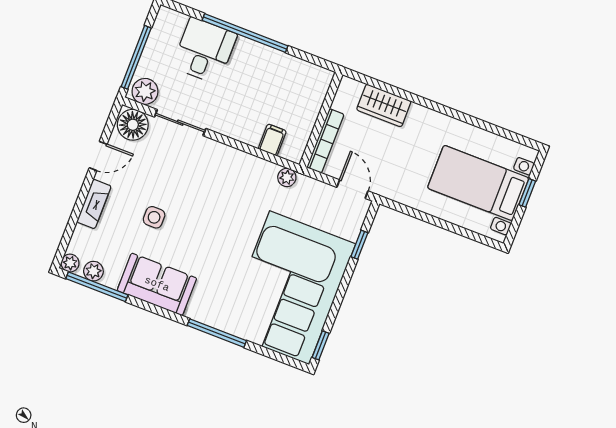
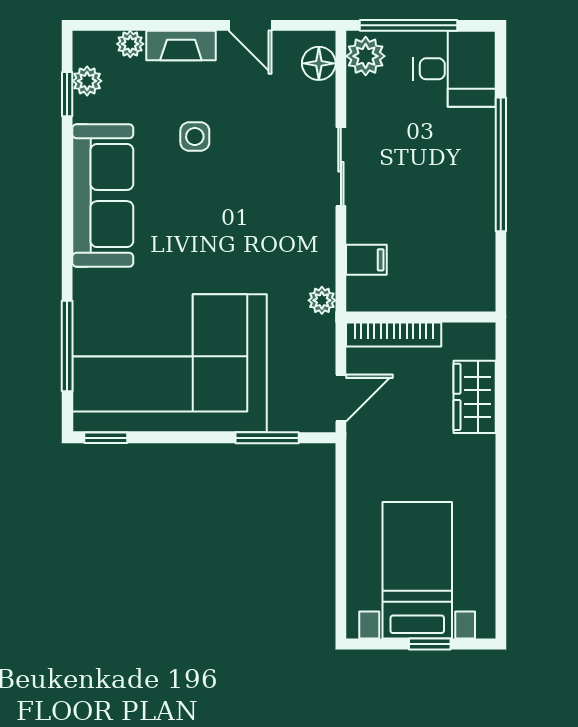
desk: (204, 51) -> (454, 69), moved
sliding door: (180, 123) -> (341, 167), moved
floor lamp: (133, 125) -> (319, 63), width x0.73, depth x0.73
window: (359, 245) -> (267, 438), width x1.50
plant: (70, 263) -> (130, 44), moved
sofa: (157, 284) -> (103, 196), width x1.36
window: (97, 287) -> (67, 94), width x0.46
window: (217, 333) -> (67, 346), moved

